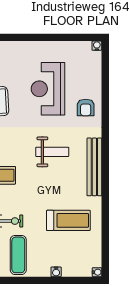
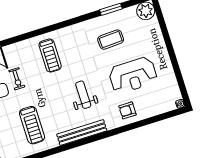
reception desk: (48, 89) -> (133, 75), turned 180
weight bench: (52, 152) -> (83, 95), turned 180

